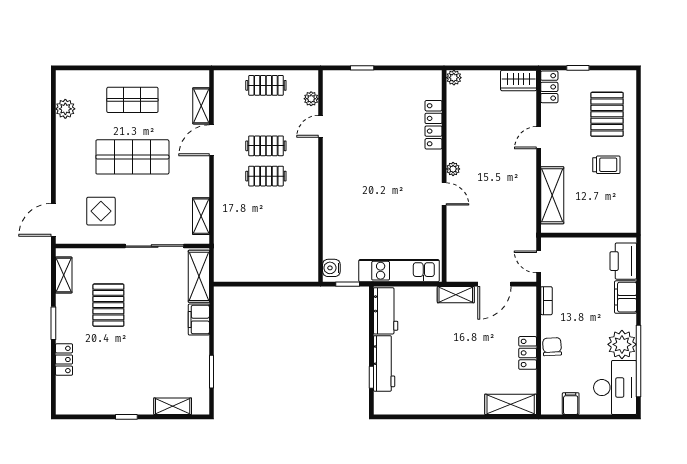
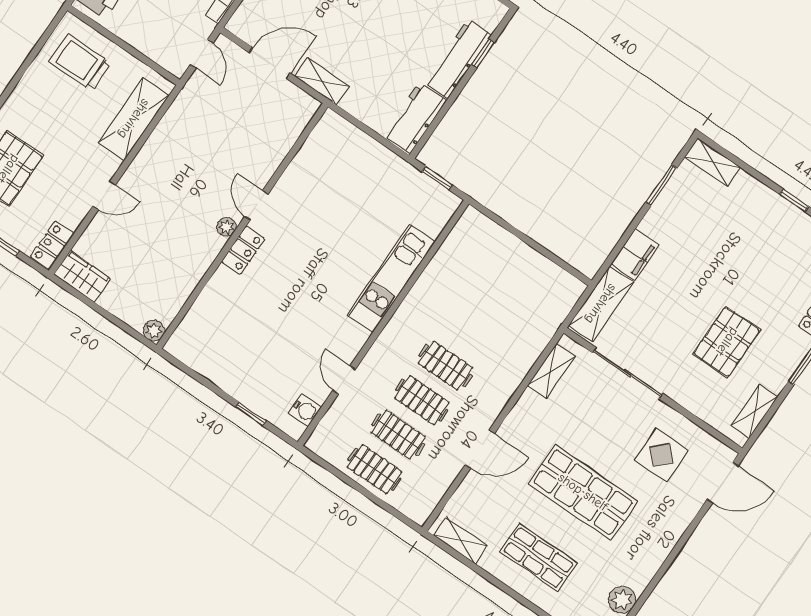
plant: (311, 99) -> (333, 418), removed
shelving: (201, 106) -> (461, 540), moved, turned 90
clothes rail: (266, 116) -> (398, 435), added
locker: (434, 125) -> (243, 250), moved, width x0.66
door: (321, 126) -> (344, 380), swing flipped
trolley: (606, 165) -> (80, 63), moved, width x1.36, depth x1.39
water cooler: (331, 268) -> (305, 410), moved
kitchen unit: (399, 271) -> (391, 278), moved, turned 90
shelving: (173, 406) -> (712, 162), moved

